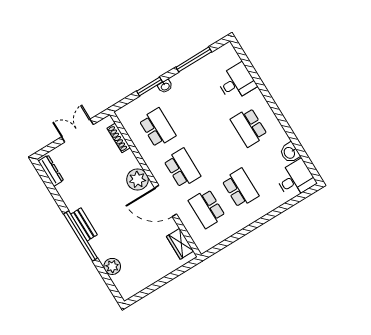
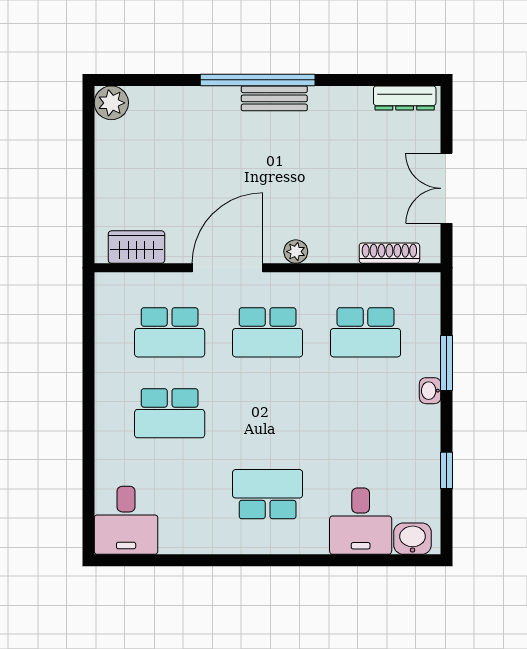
window: (194, 59) -> (447, 470), width x0.46
double door: (77, 131) -> (447, 188), swing flipped
washbasin: (290, 153) -> (413, 539), moved
plant: (137, 180) -> (296, 252), width x0.53, depth x0.53
school desk: (207, 209) -> (170, 332), turned 180
plant: (112, 266) -> (111, 103), moved

